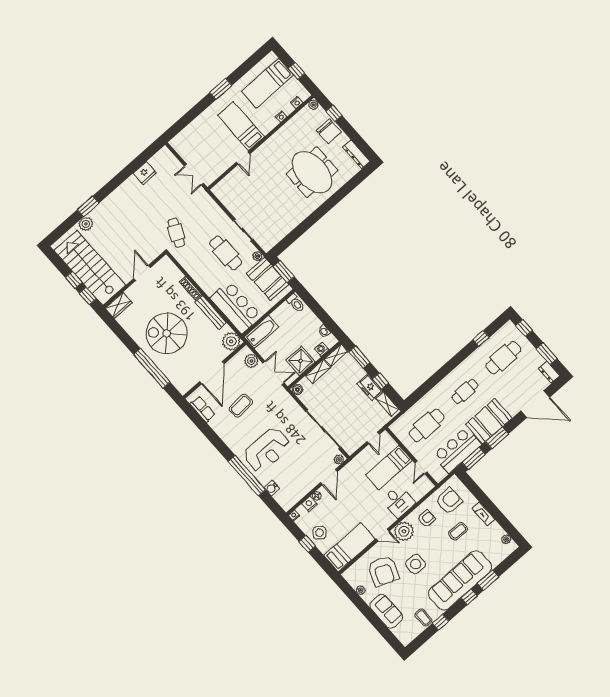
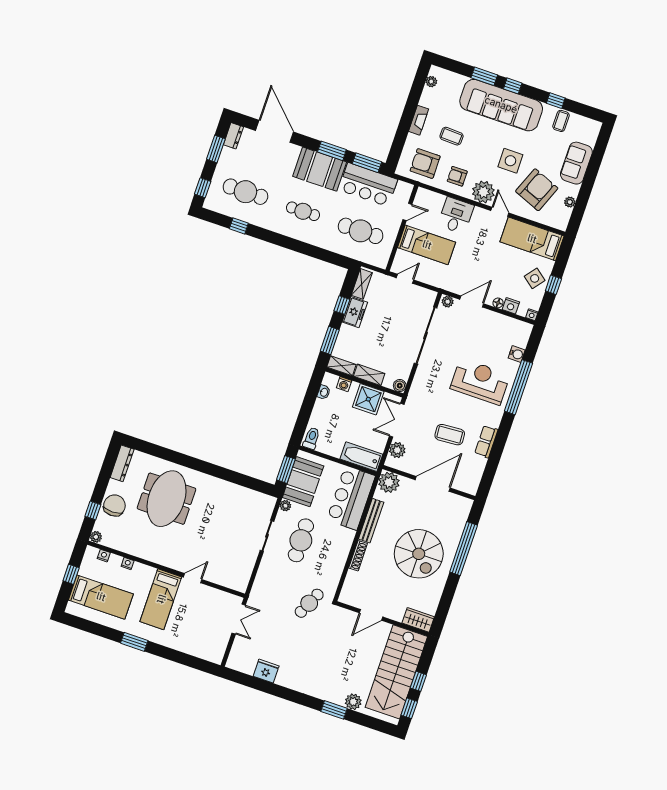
window: (88, 296) -> (409, 708), moved
row of seats: (203, 409) -> (486, 442), moved

